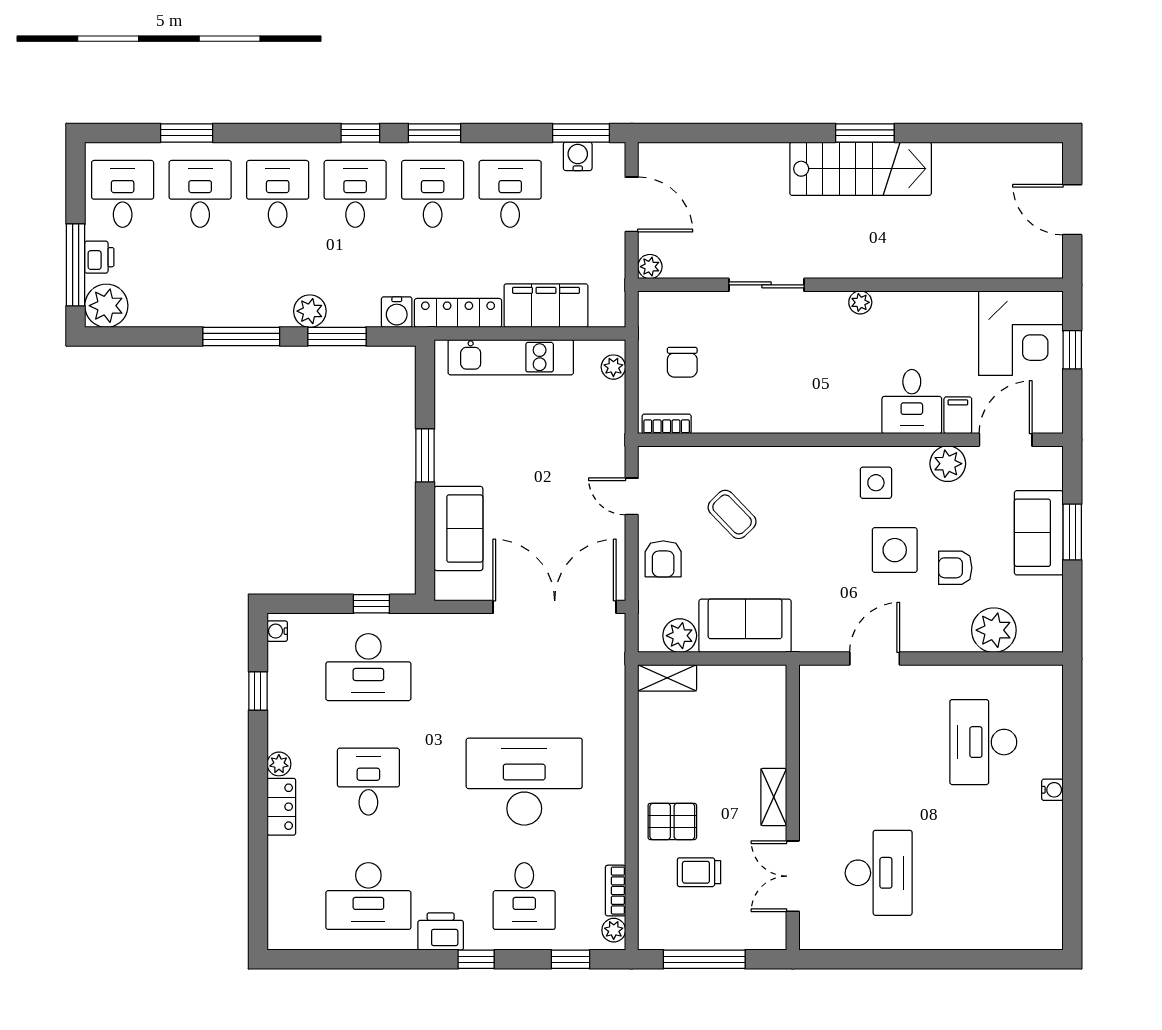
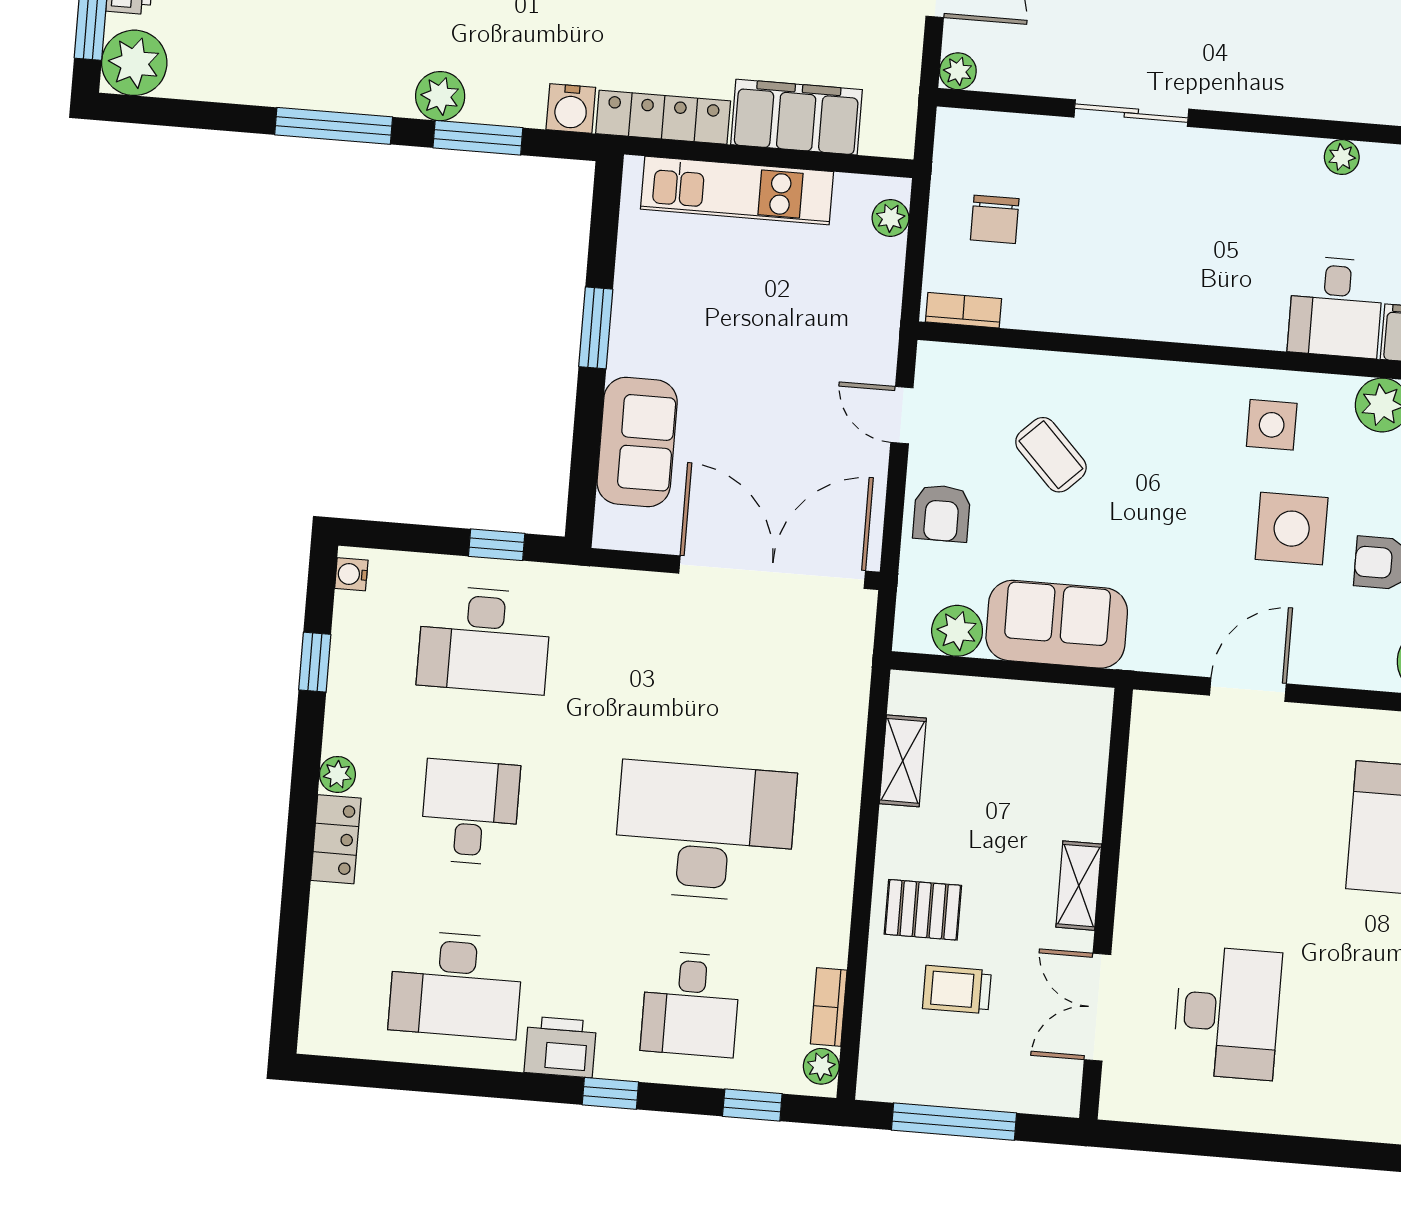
plant: (860, 302) -> (1342, 157), moved
shelving: (667, 678) -> (903, 761), moved, turned 90

